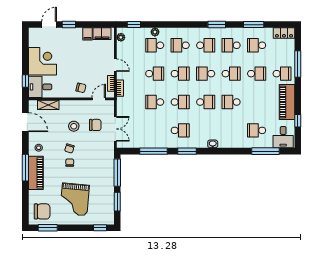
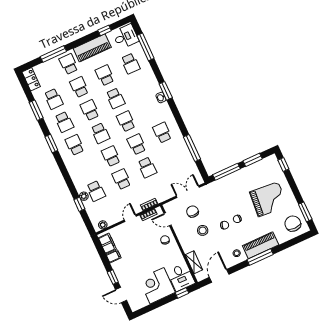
window: (134, 25) -> (79, 204), moved
school desk: (180, 45) -> (105, 75), moved, turned 180
window: (187, 151) -> (166, 91), moved

